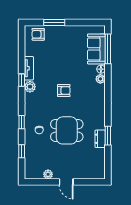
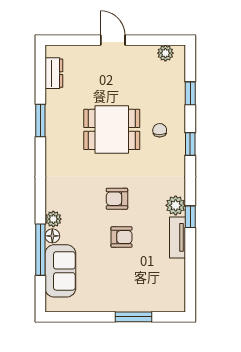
armchair: (38, 34) -> (121, 237), moved
window: (108, 49) -> (40, 250), moved
dresser: (100, 139) -> (54, 73), moved
plant: (48, 174) -> (165, 53), moved

